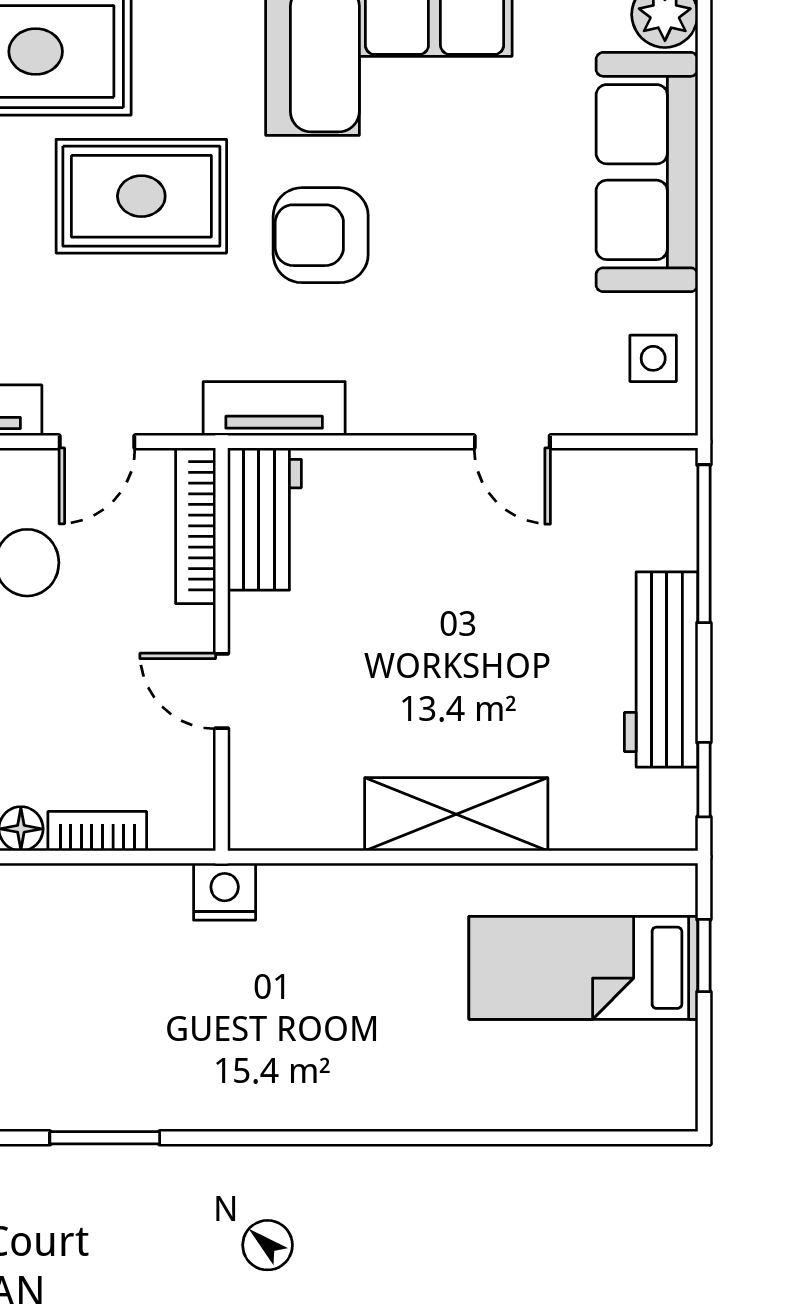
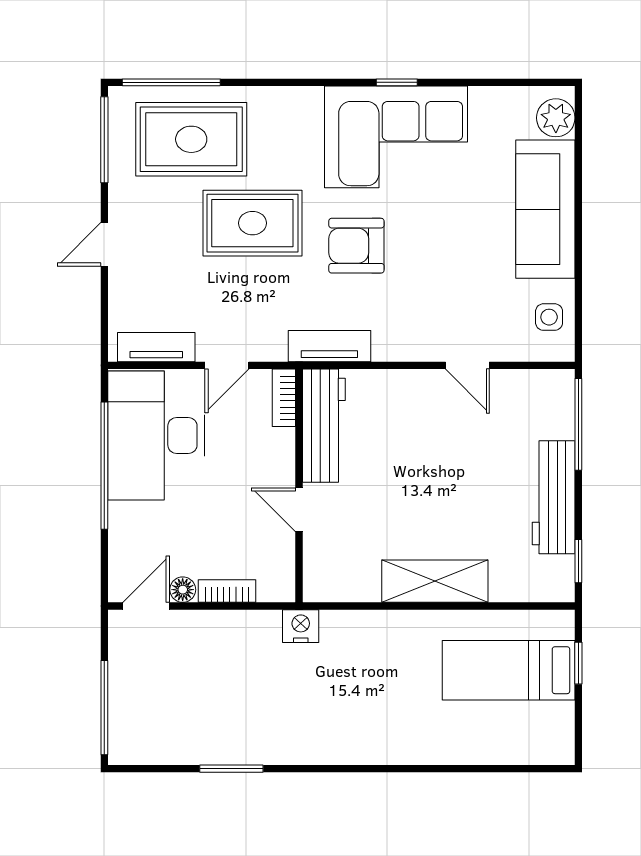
workbench: (264, 519) -> (324, 426), width x1.38
bookcase: (196, 526) -> (284, 398), width x0.64

